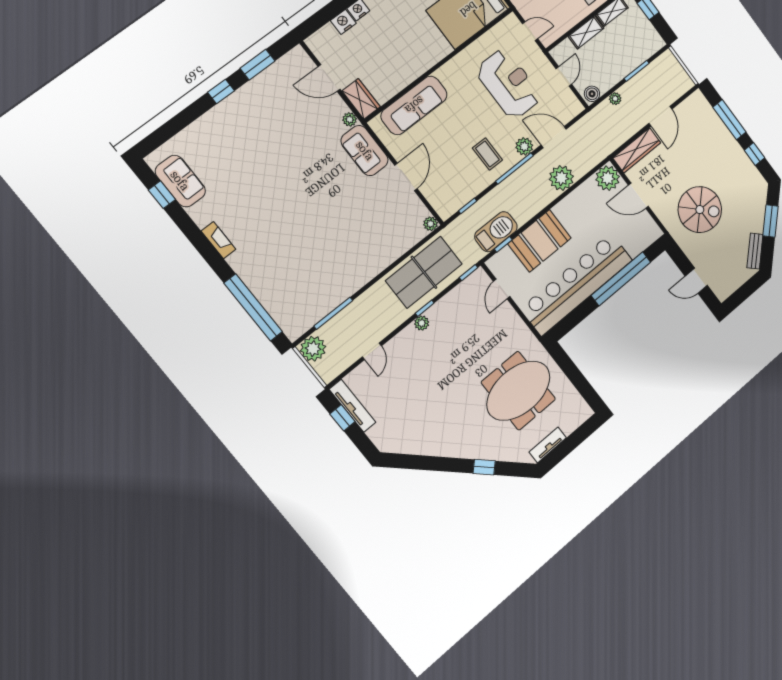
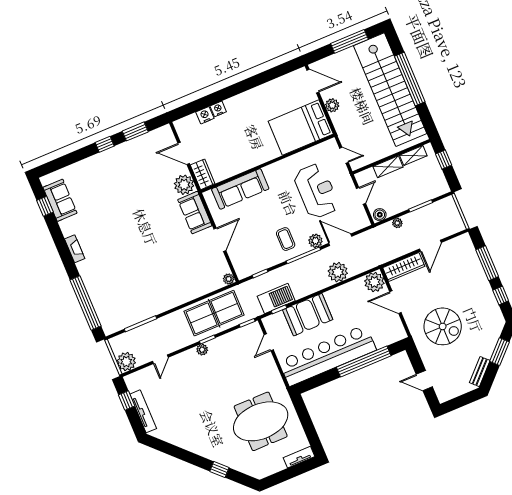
plant: (350, 119) -> (184, 185), width x1.88, depth x1.88
plant: (313, 349) -> (126, 362), moved
tv unit: (353, 406) -> (143, 411), moved
tv unit: (548, 445) -> (299, 457), moved

